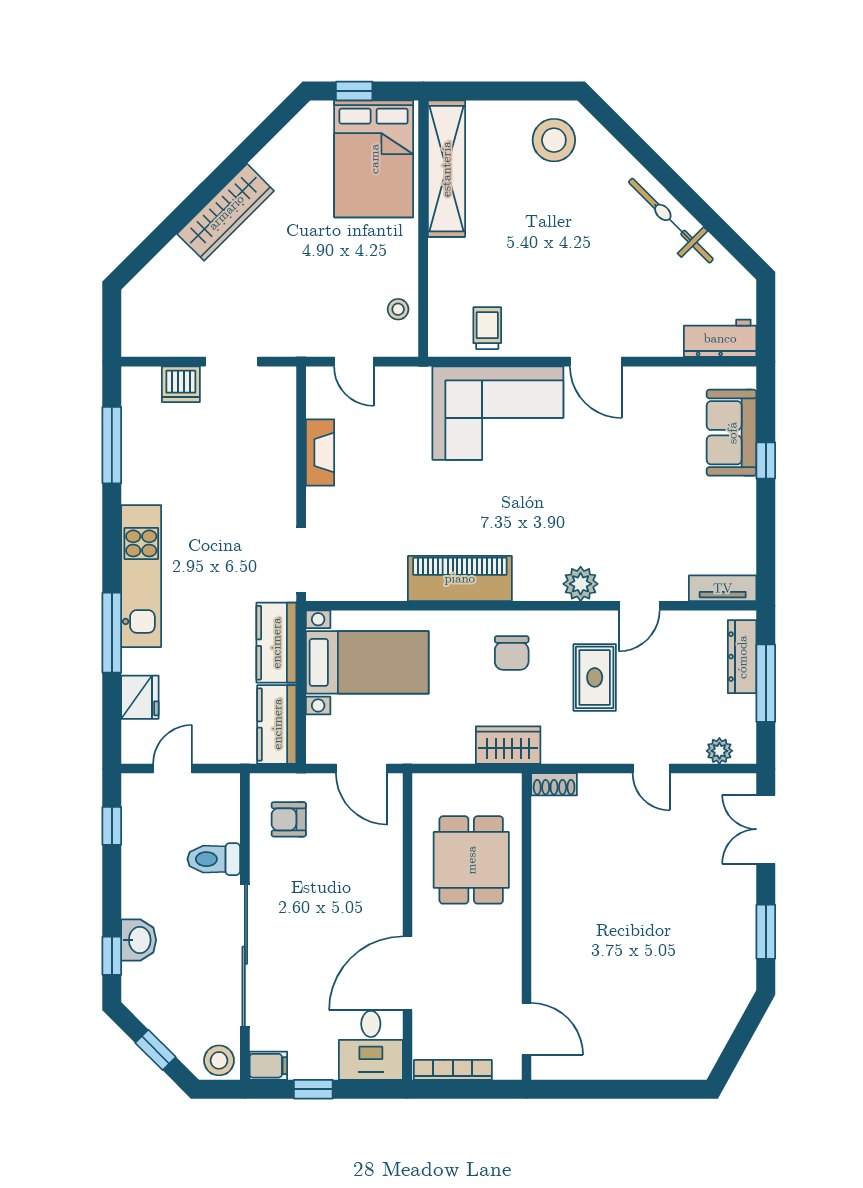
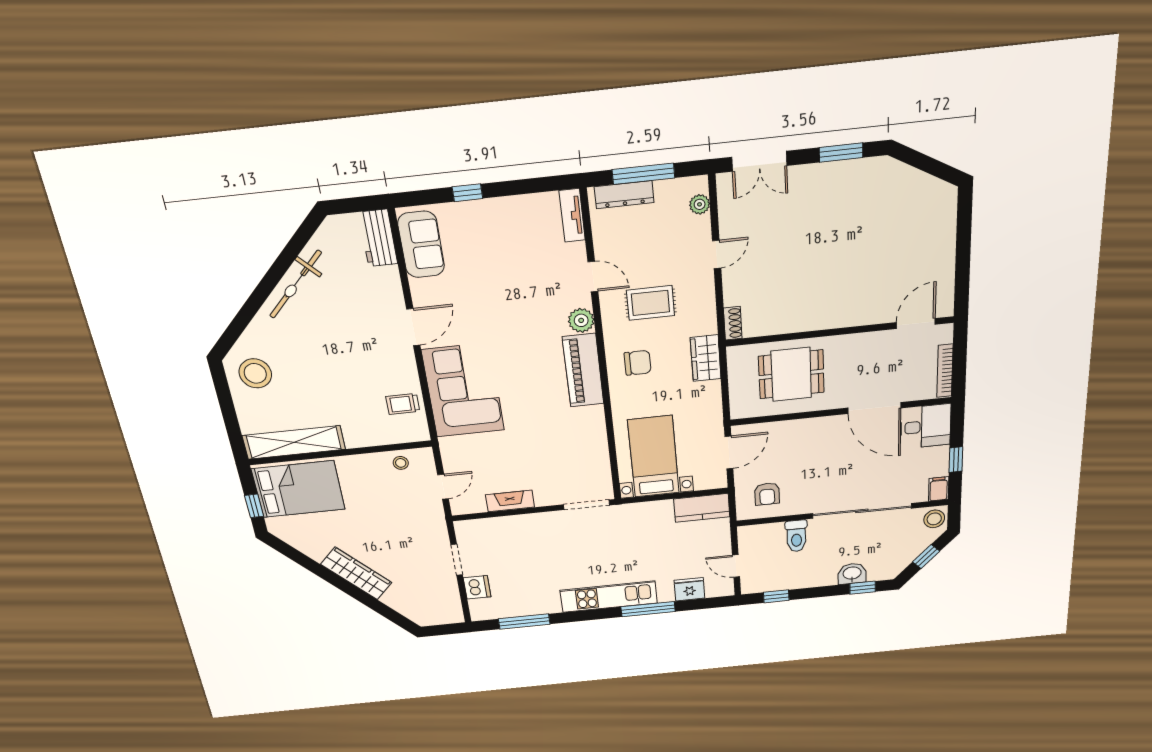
sofa: (732, 433) -> (421, 245), moved, turned -90
piano: (460, 578) -> (583, 370), moved
kitchen counter: (276, 643) -> (645, 514), removed

